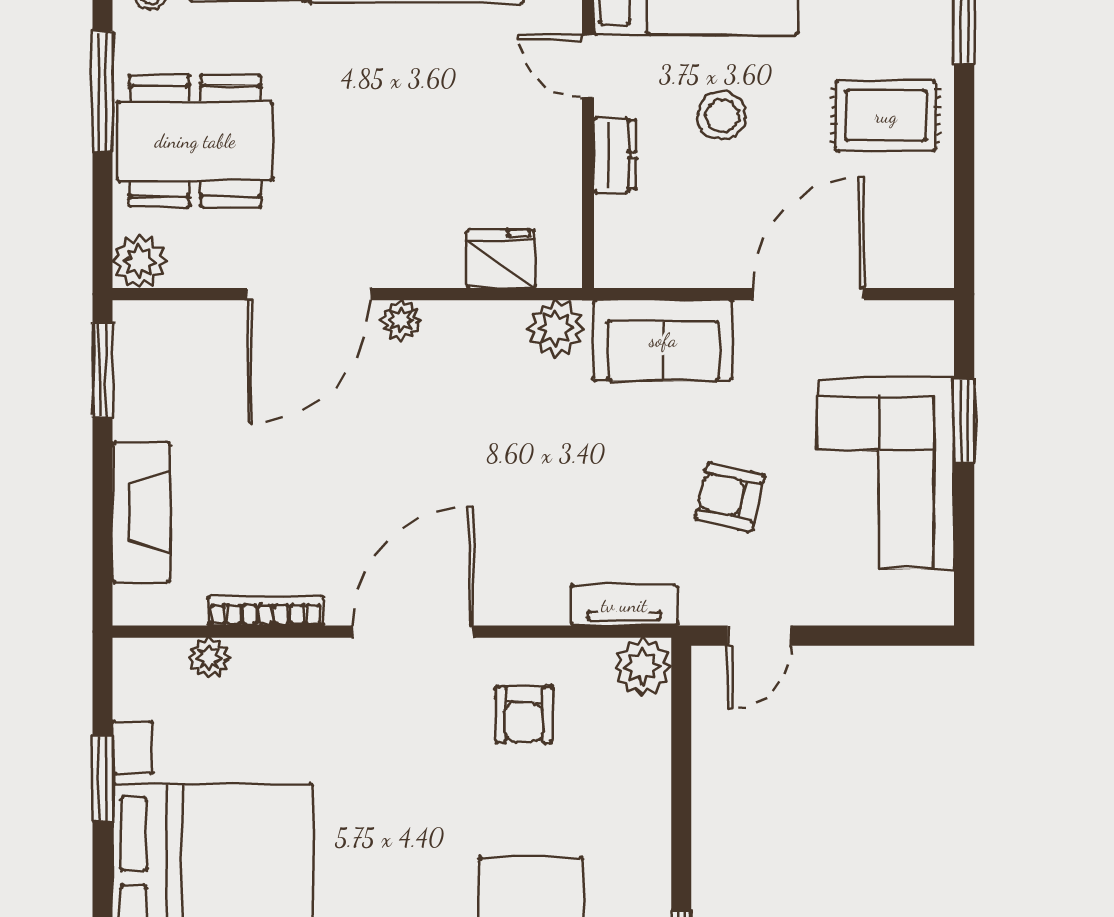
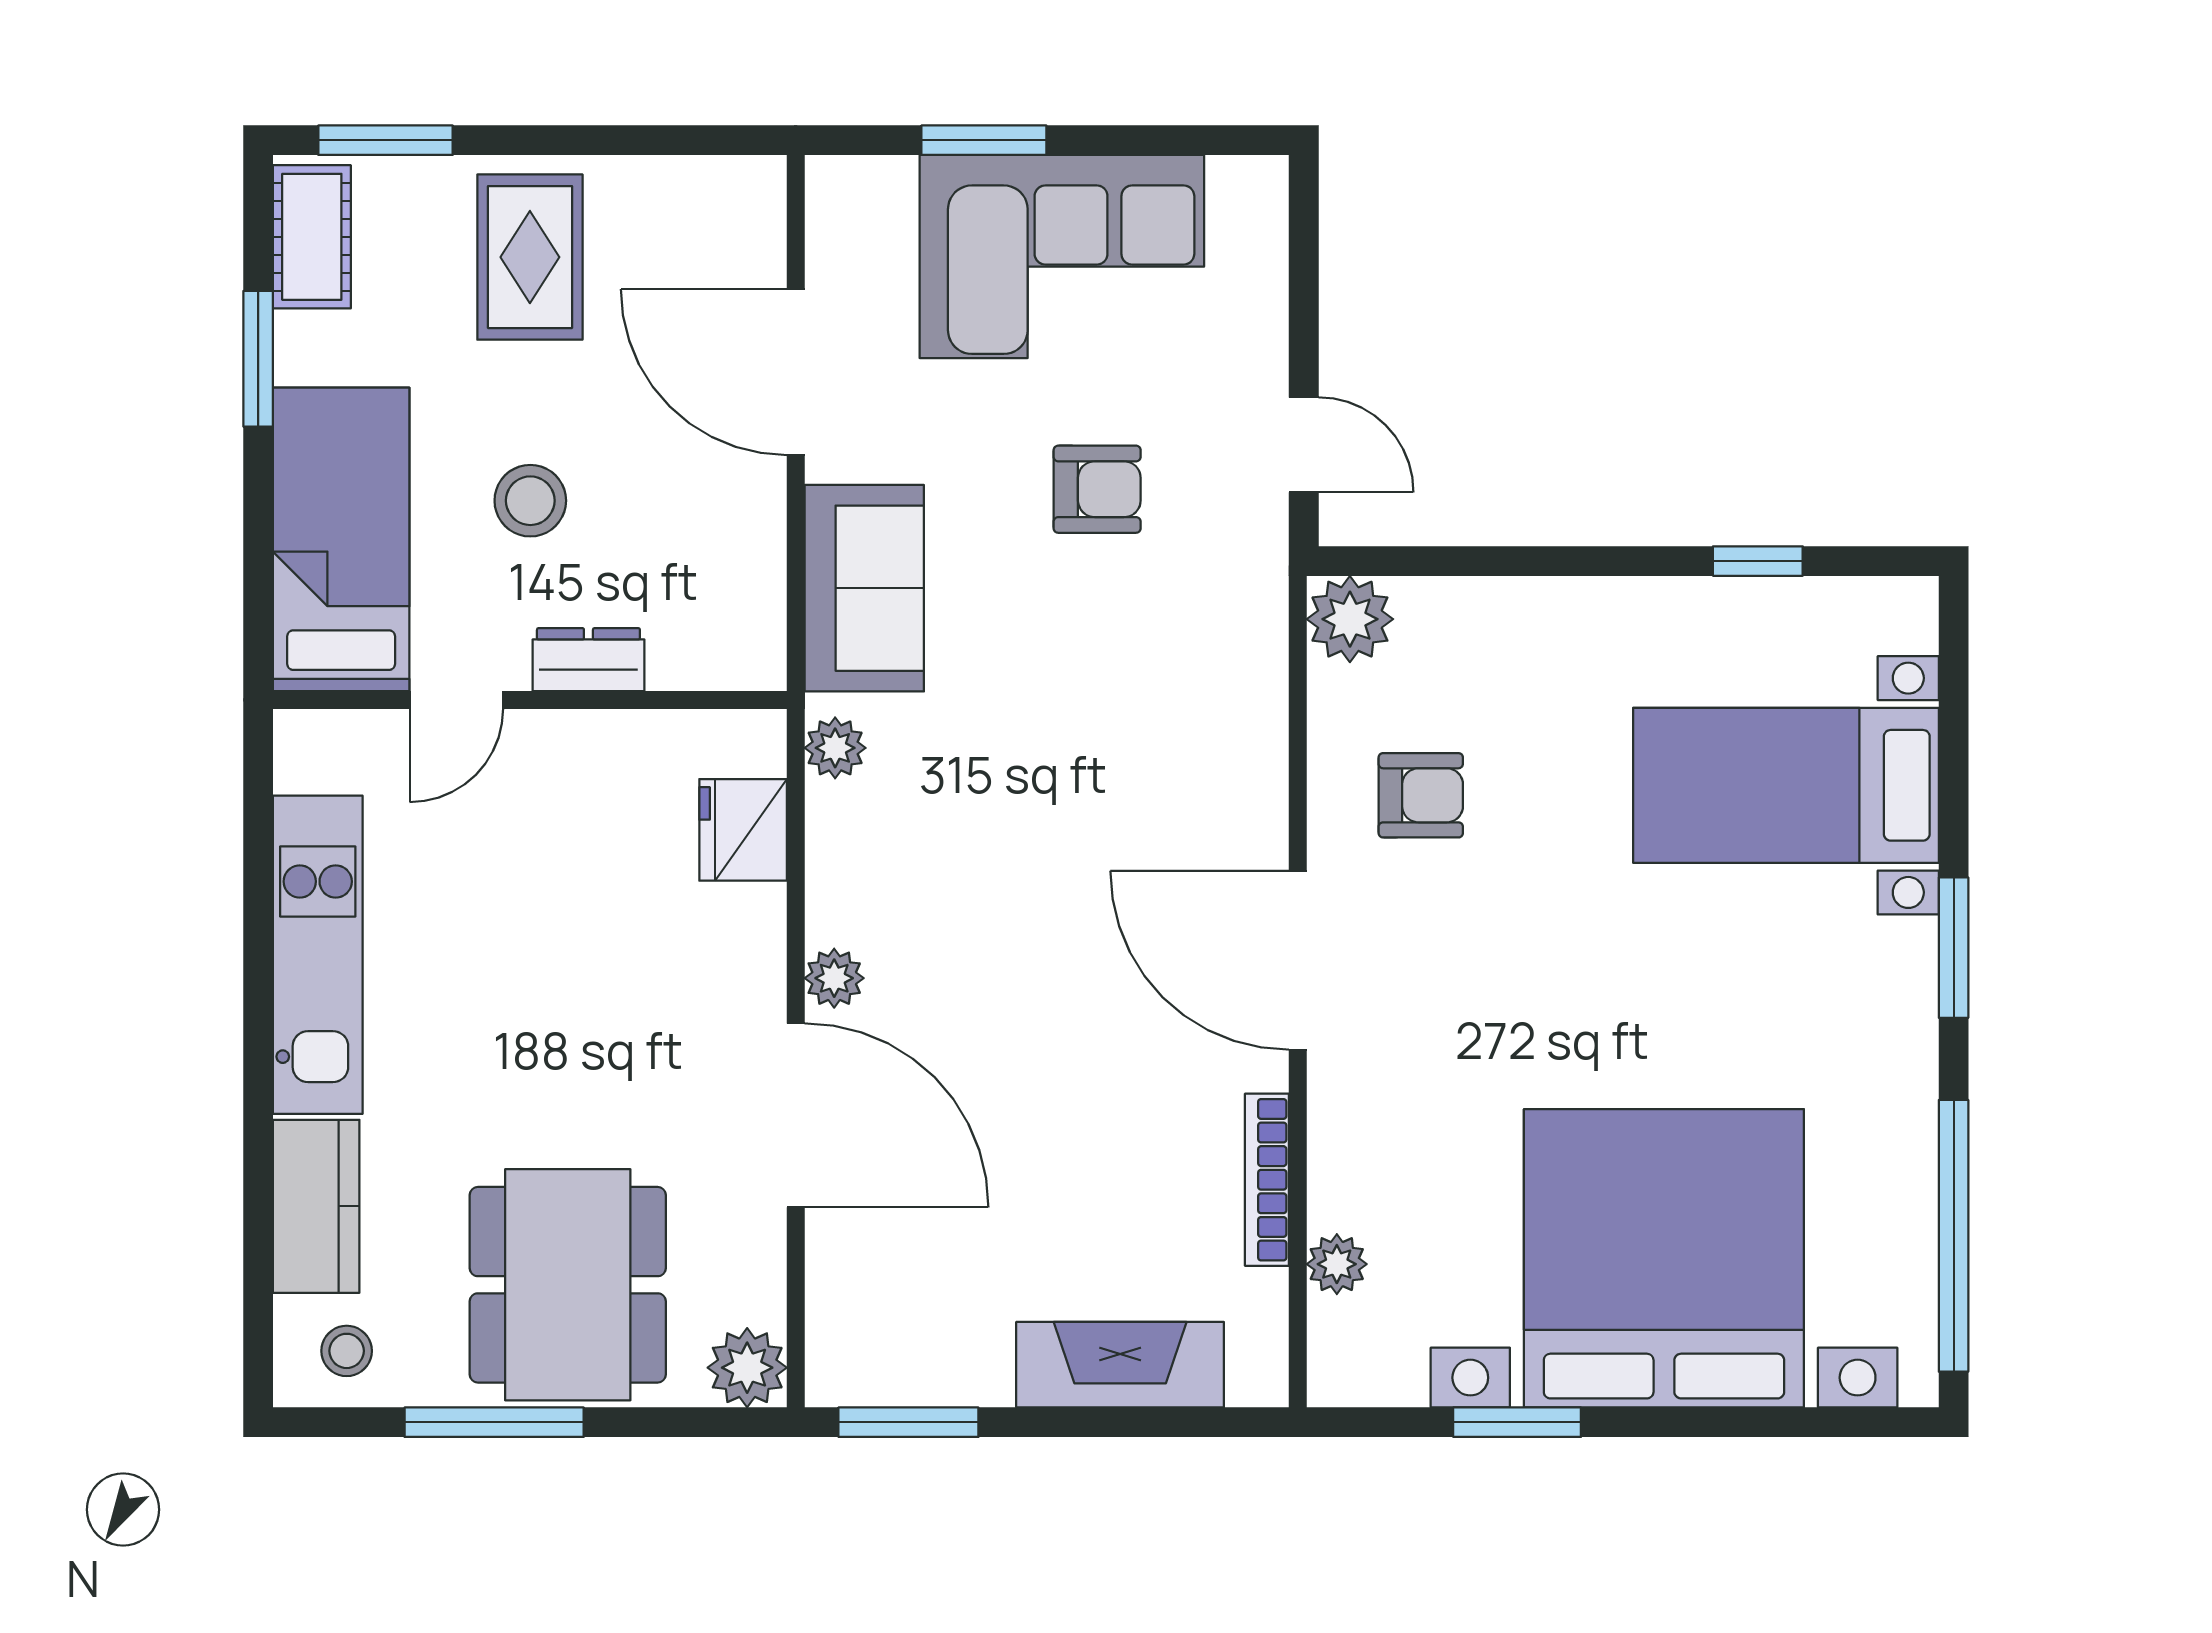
plant: (556, 328) -> (835, 748), width x0.73, depth x0.73
armchair: (730, 497) -> (1097, 489), turned -103
tv unit: (624, 605) -> (1259, 646), removed

